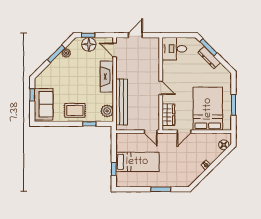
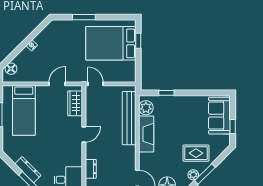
dresser: (155, 58) -> (91, 169), added
fireplace: (107, 77) -> (146, 134), moved
door: (161, 88) -> (84, 134), swing flipped
bed: (208, 109) -> (24, 110), width x0.67
rug: (75, 110) -> (196, 153), moved
bed: (137, 162) -> (111, 43), width x1.50

